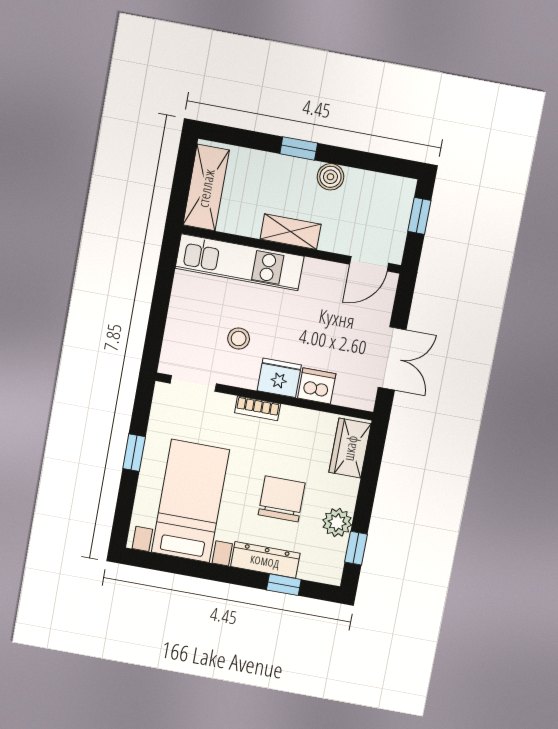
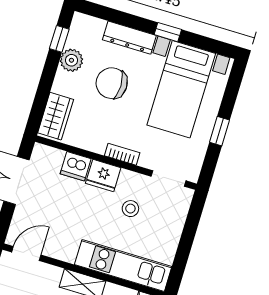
chair: (282, 499) -> (112, 83), turned 90
window: (284, 585) -> (168, 32), moved

